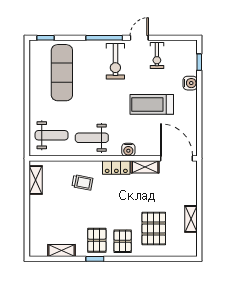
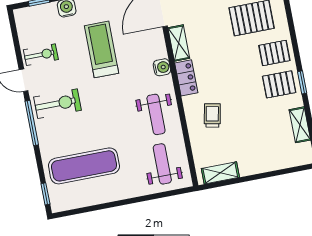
treadmill: (152, 104) -> (102, 49), turned 180

